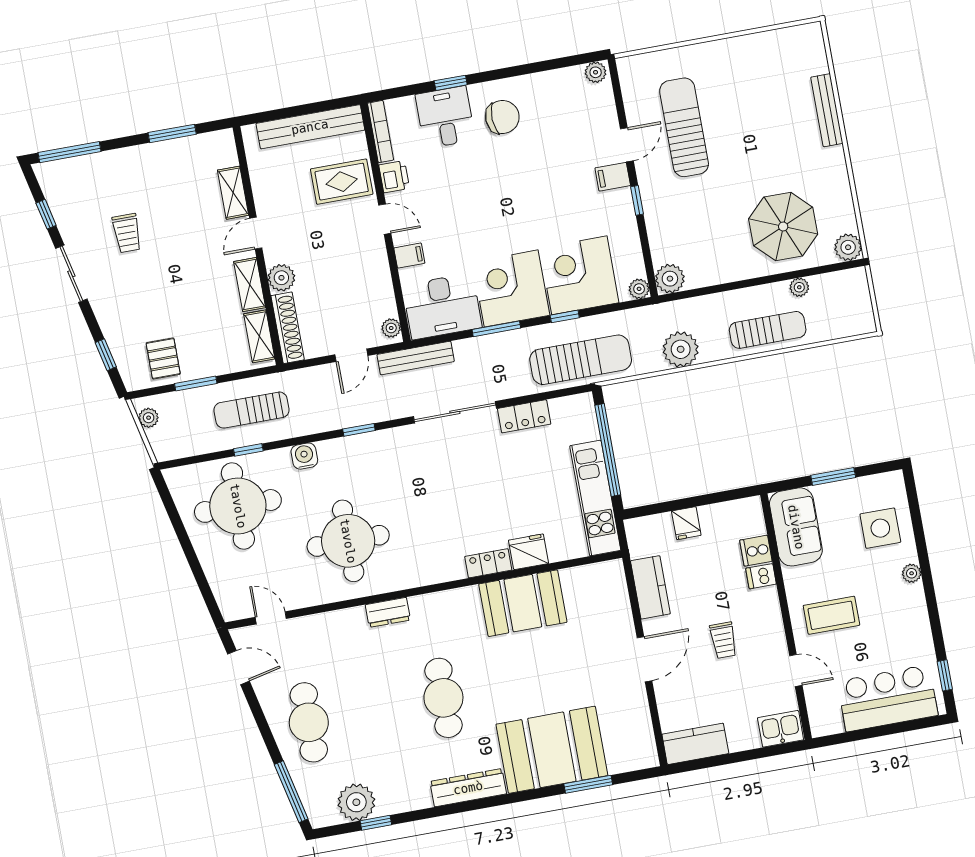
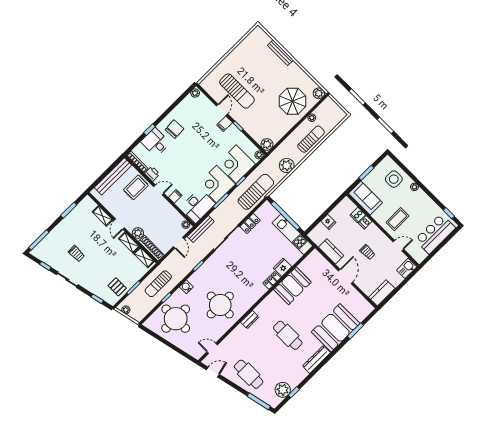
sun lounger: (684, 127) -> (237, 91), turned 180

